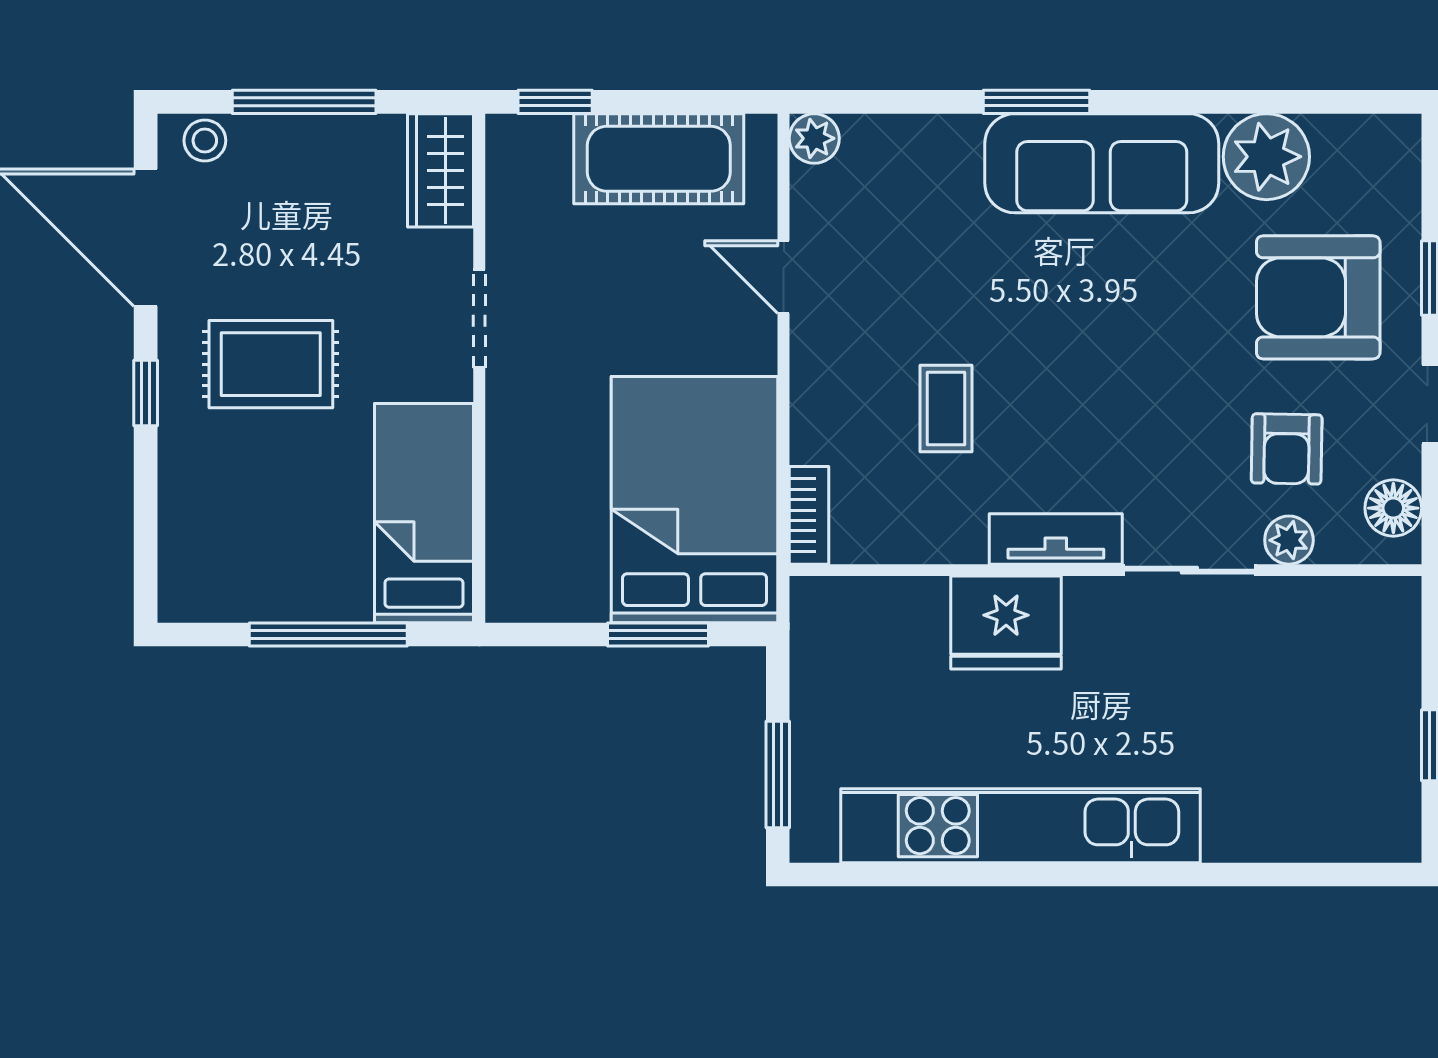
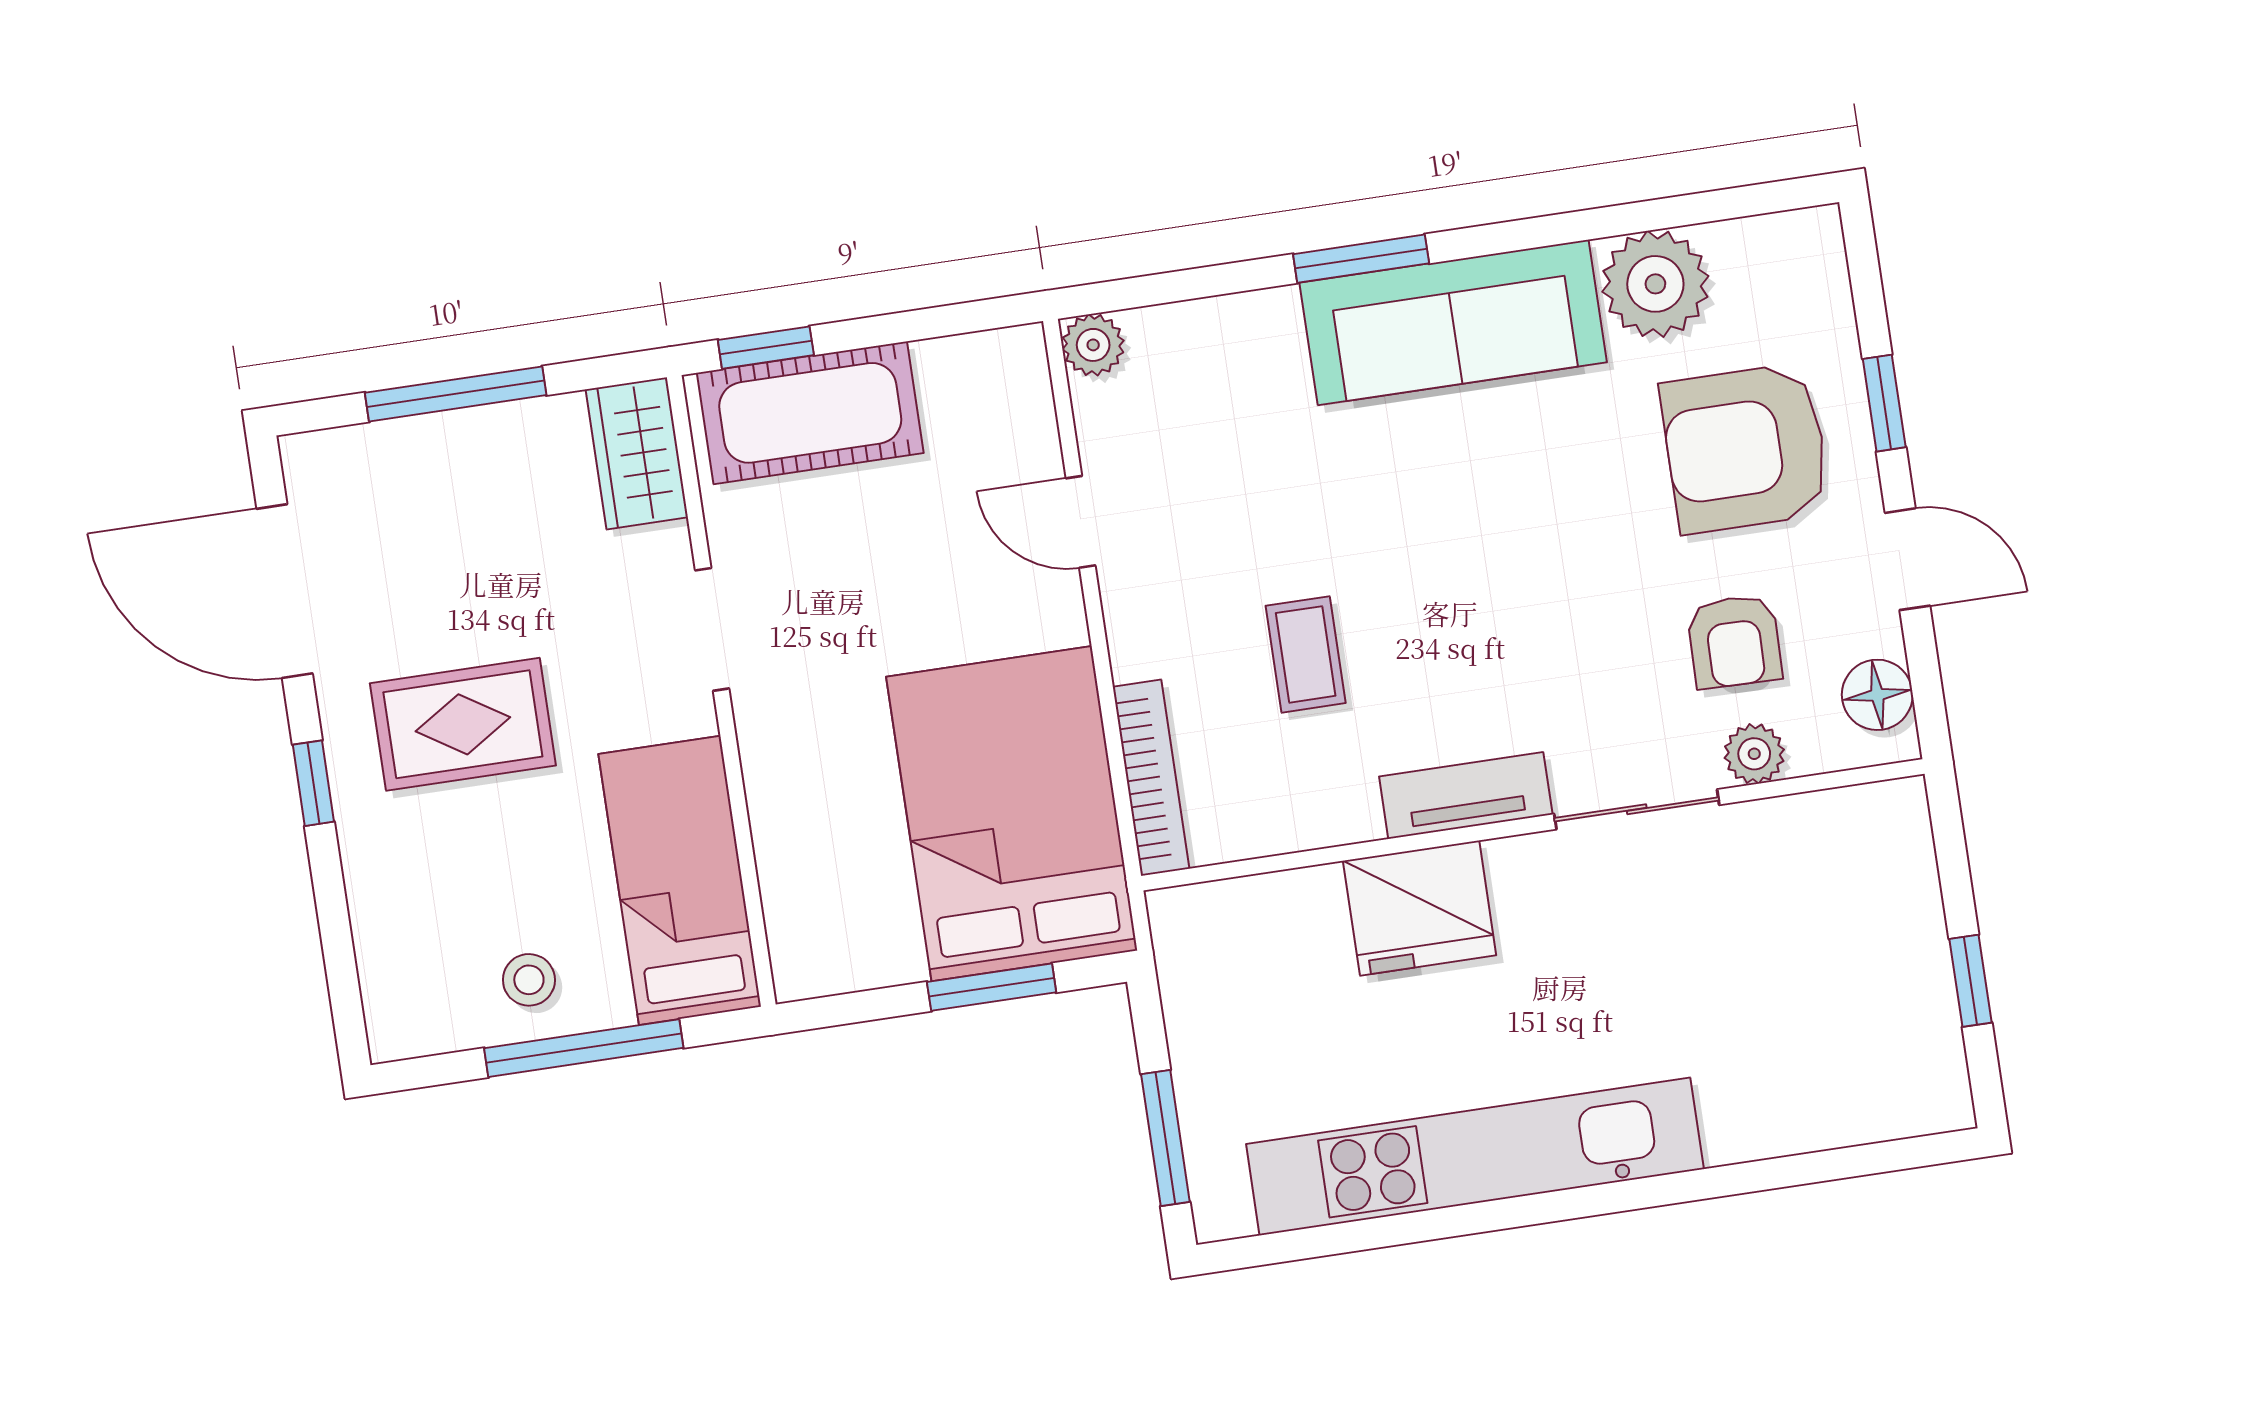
stool: (205, 141) -> (529, 980), moved
cot: (659, 159) -> (810, 413), moved
bookcase: (809, 515) -> (1151, 778), width x1.56

